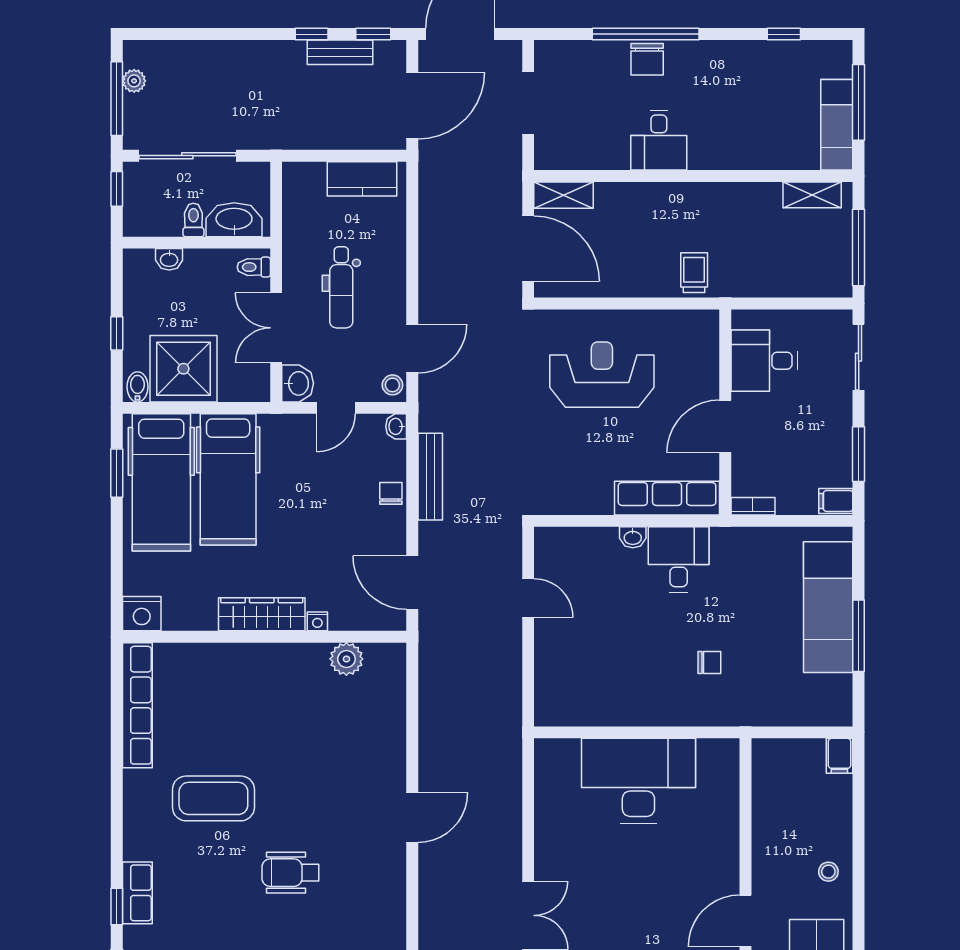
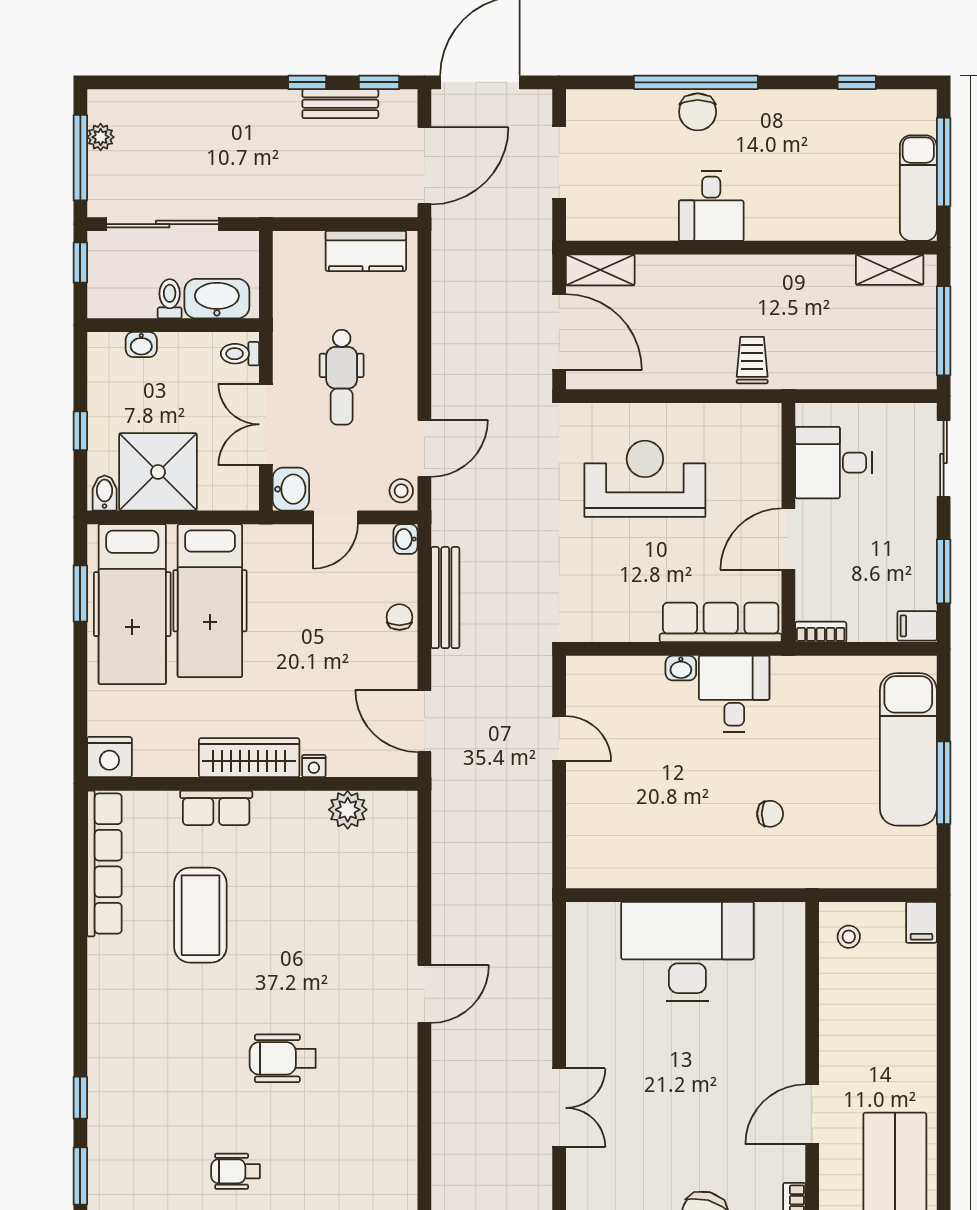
coffee table: (213, 798) -> (200, 915), moved, turned 90
stool: (828, 872) -> (849, 937), moved
row of seats: (137, 893) -> (216, 808), moved, turned 90

